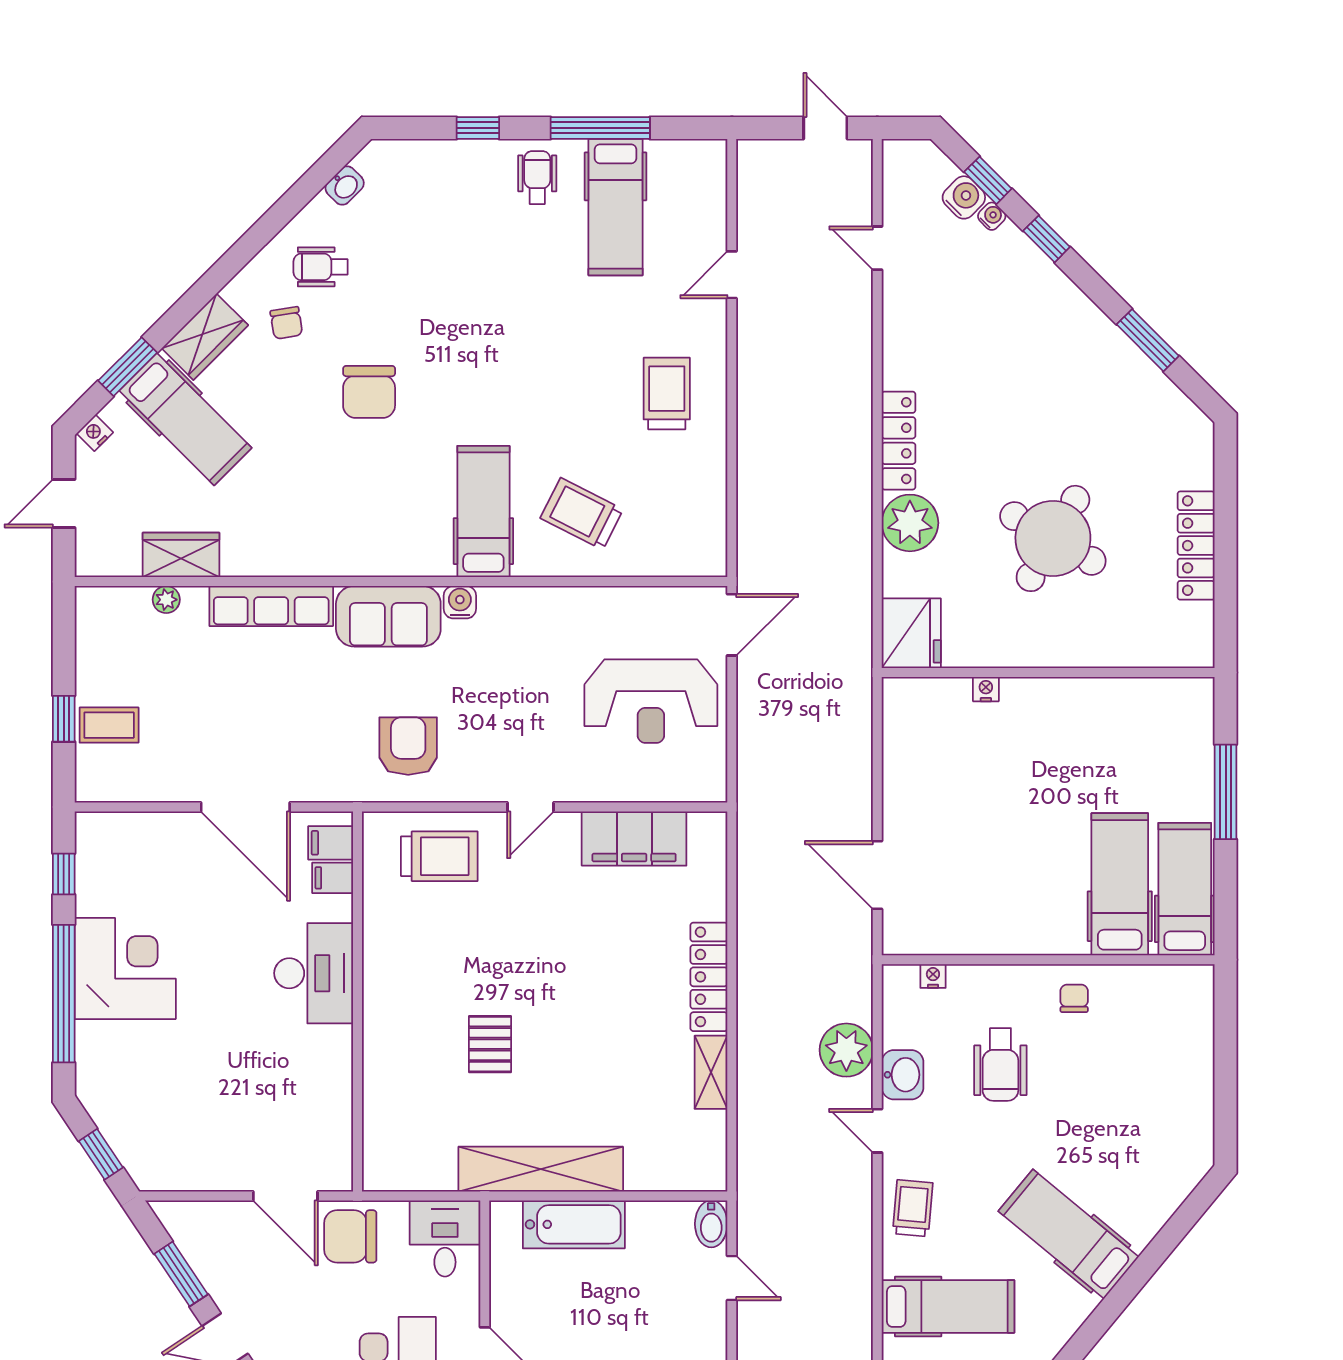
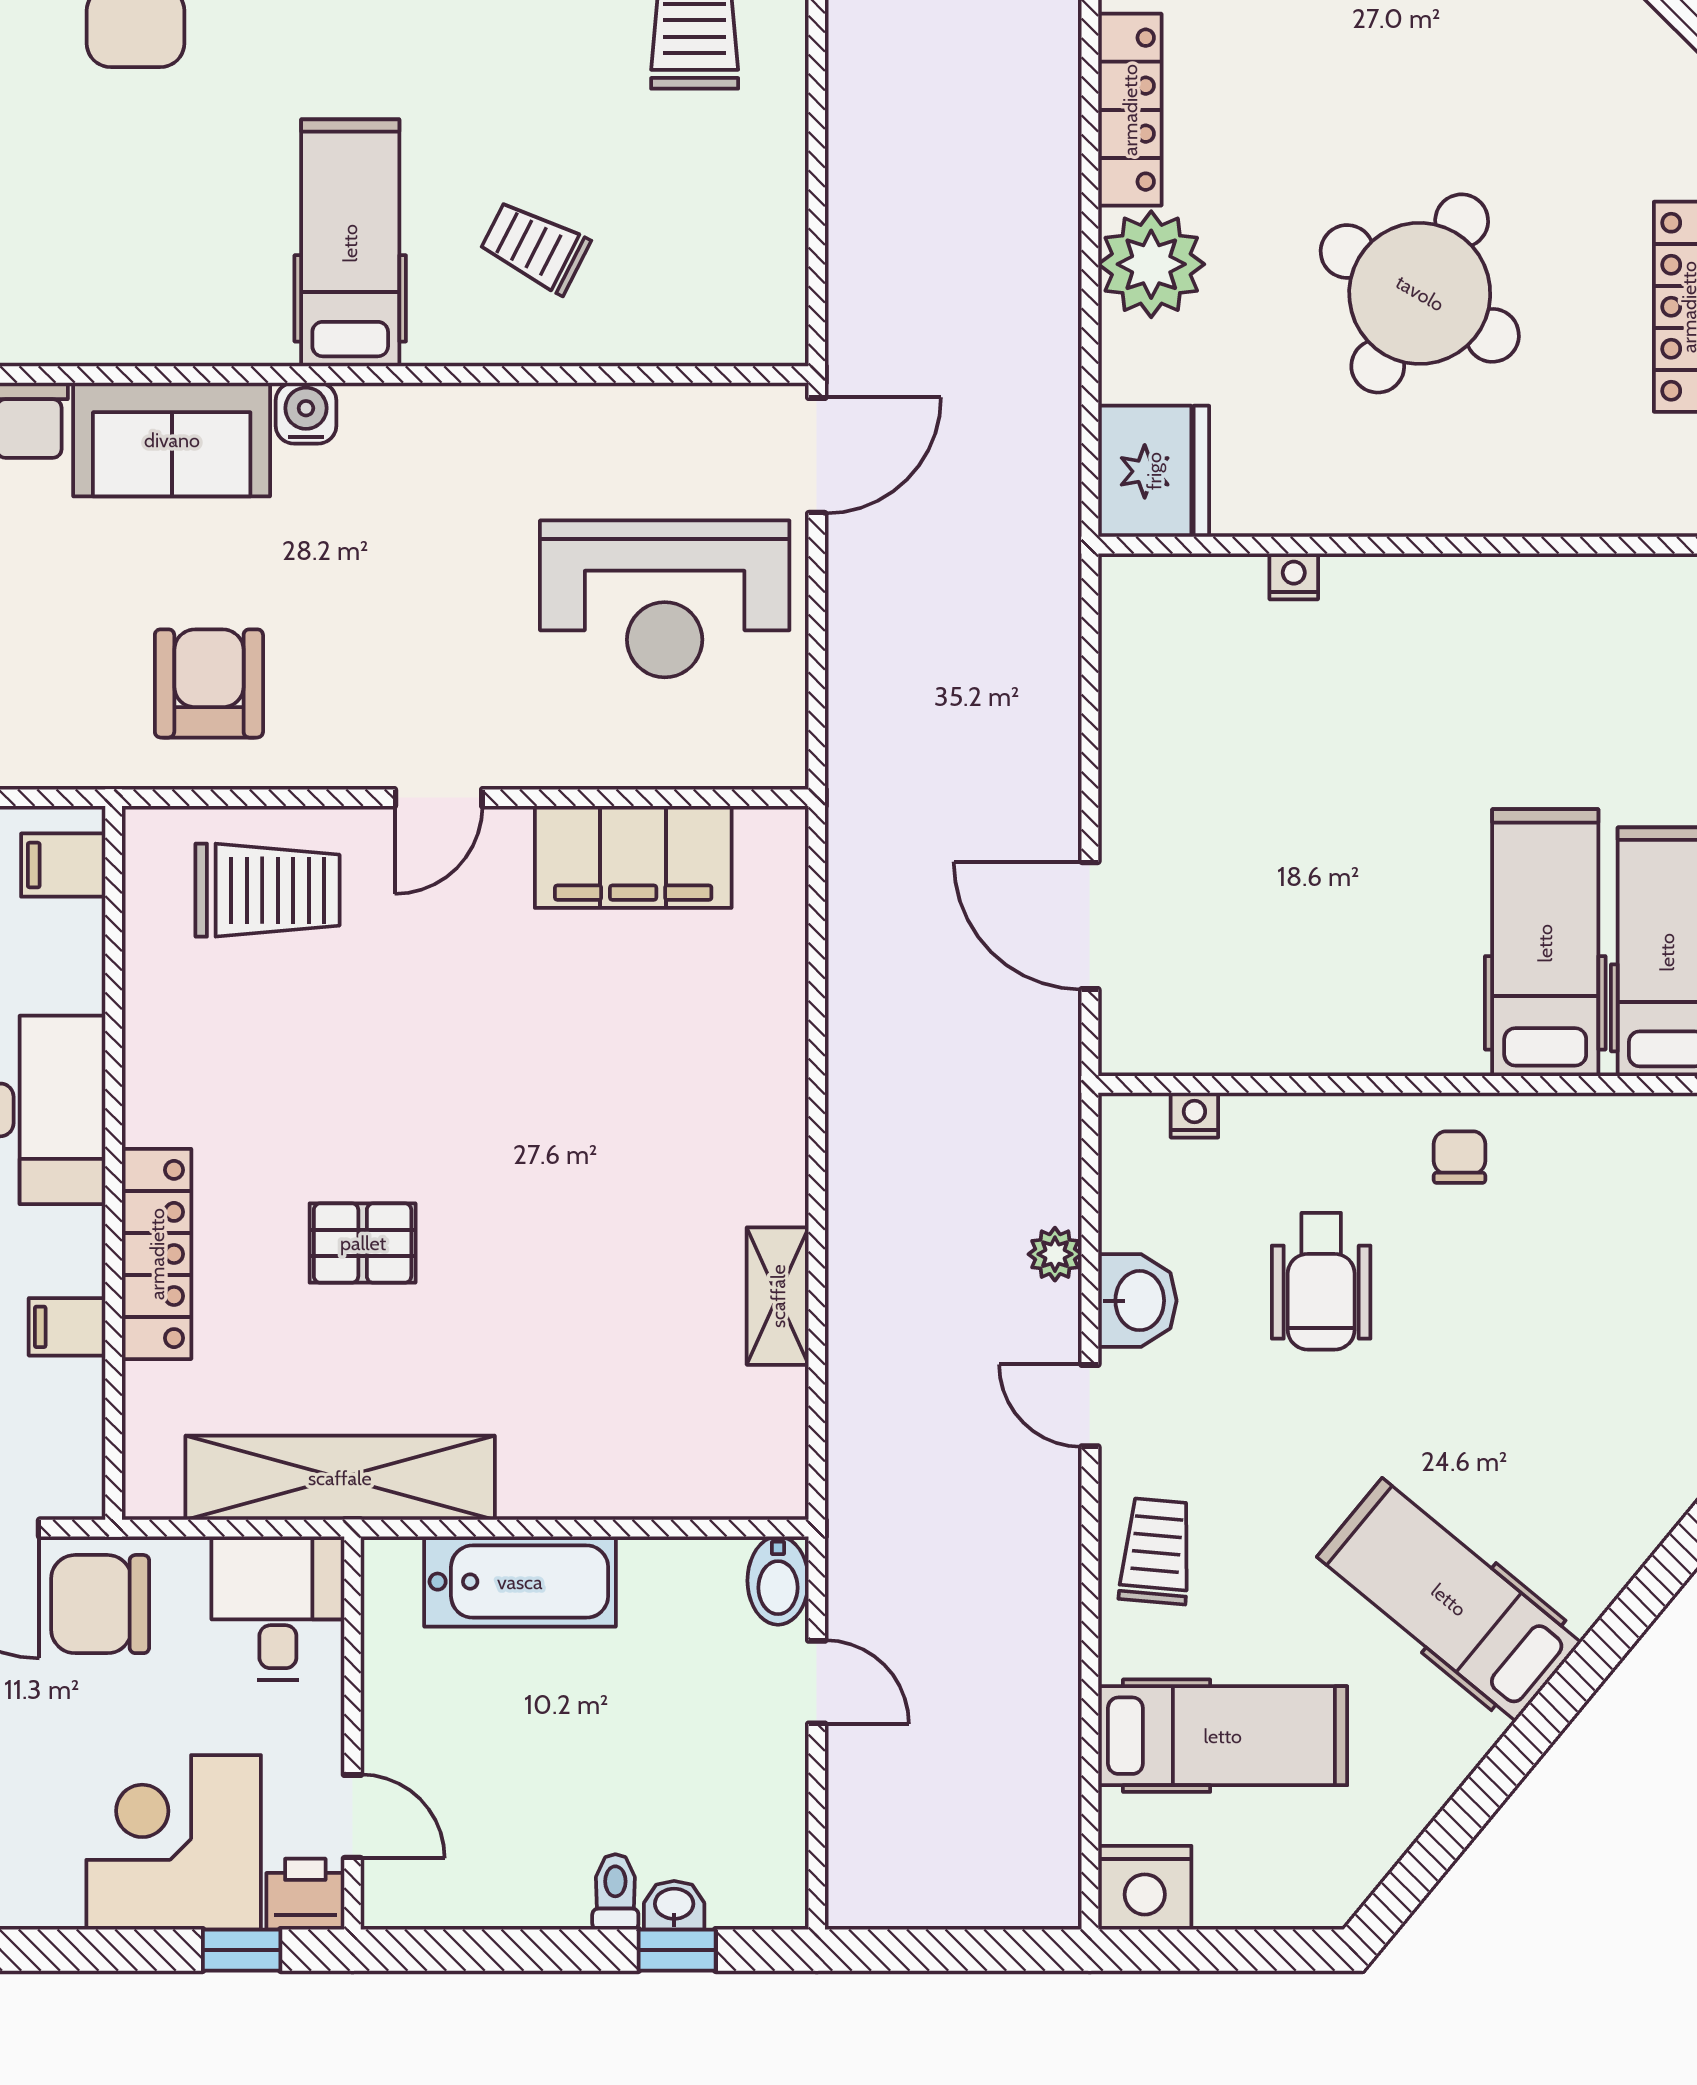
trolley: (582, 514) -> (535, 247), width x0.73, depth x0.72
filing cabinet: (333, 878) -> (67, 1327), moved
locker: (709, 977) -> (157, 1254), moved, turned 180
pallet: (490, 1044) -> (363, 1243), turned 90
plant: (846, 1050) -> (1055, 1254), width x0.53, depth x0.53
shelving: (541, 1169) -> (340, 1478), moved

